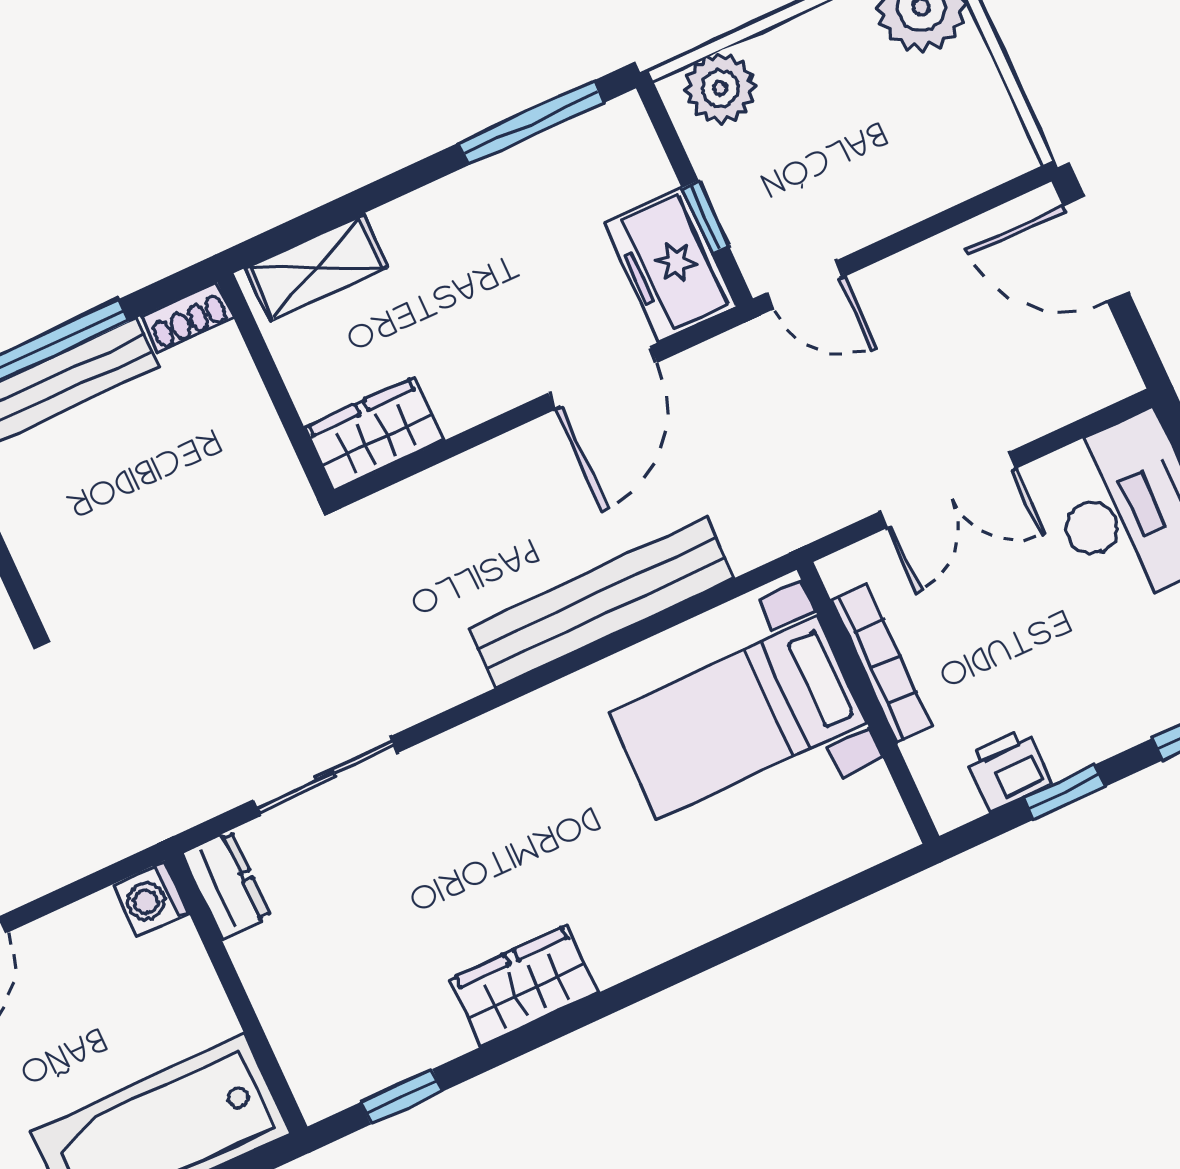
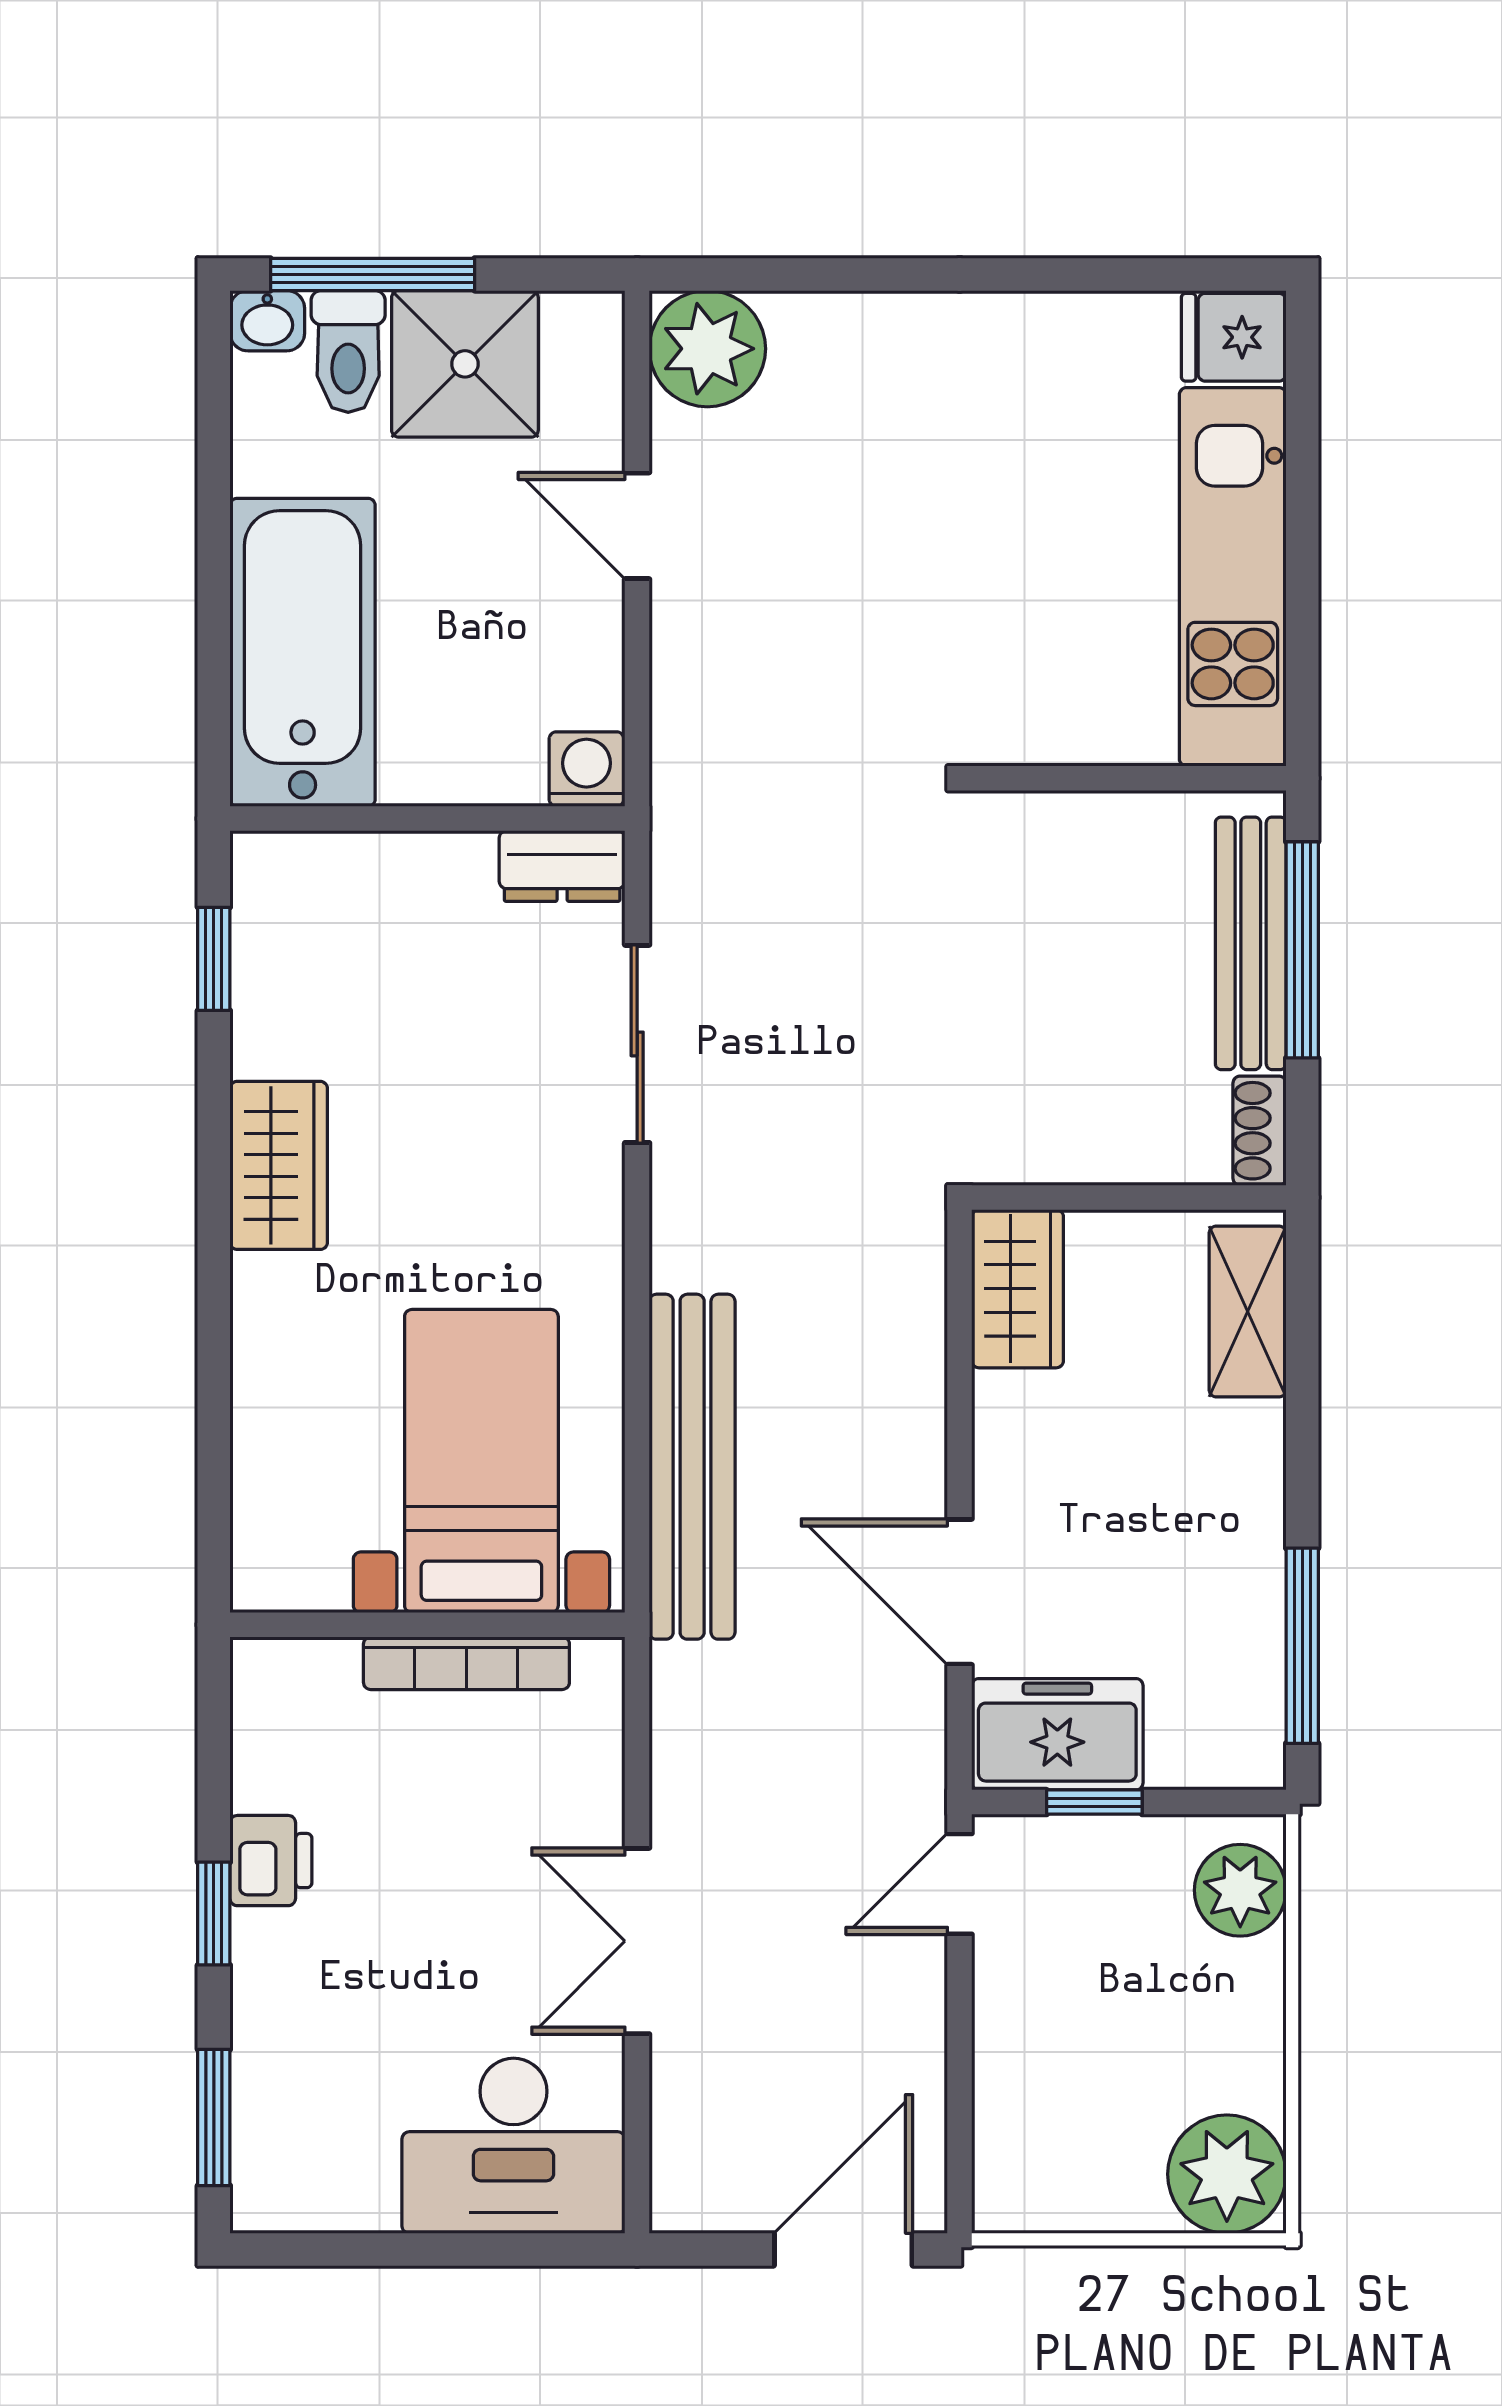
bookcase: (882, 664) -> (466, 1663), moved
wall: (868, 703) -> (427, 1625), moved
bed with nightstands: (737, 718) -> (481, 1461), moved

